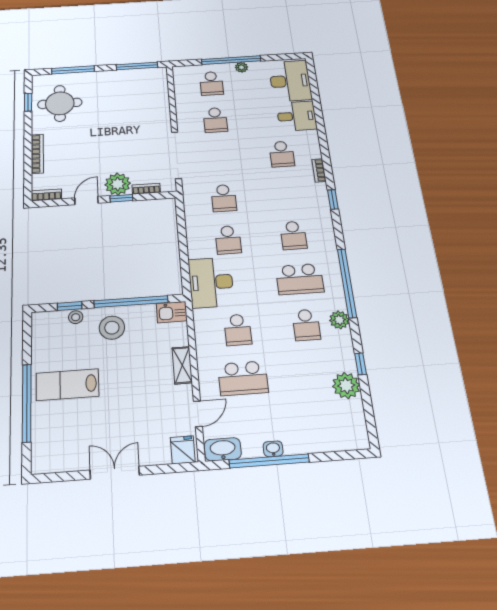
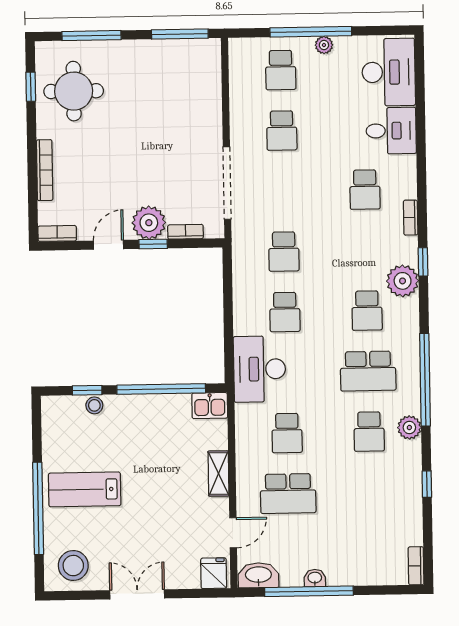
stool: (112, 328) -> (73, 566), moved
plant: (346, 386) -> (403, 281), moved
bookcase: (361, 433) -> (416, 566), added

